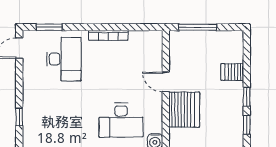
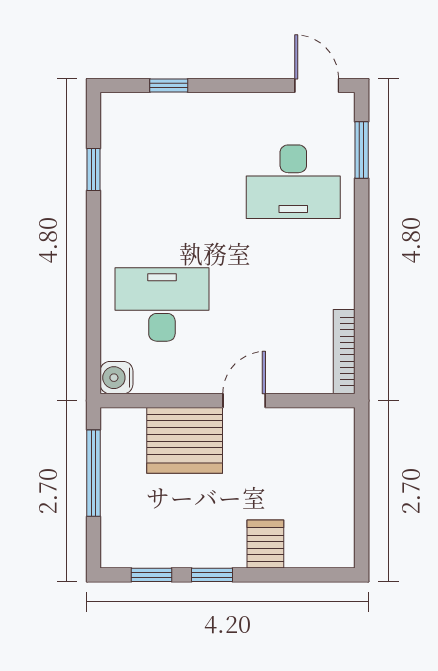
window: (198, 27) -> (362, 469), removed
bookcase: (108, 35) -> (344, 352), moved
desk: (121, 120) -> (162, 304), turned 90

